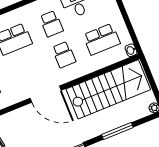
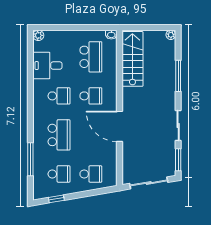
stairs: (108, 89) -> (132, 59), width x0.73, depth x0.66
door: (46, 94) -> (120, 126), swing flipped

